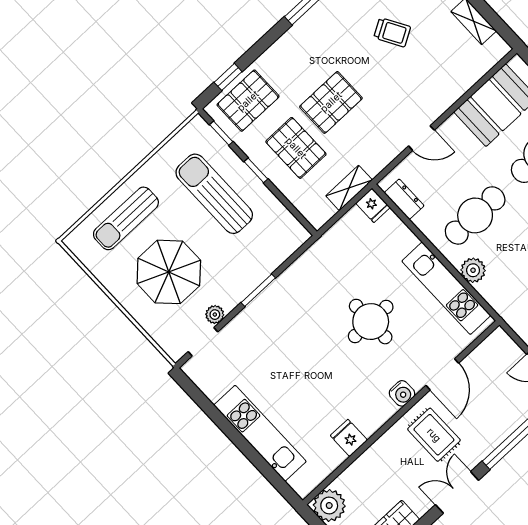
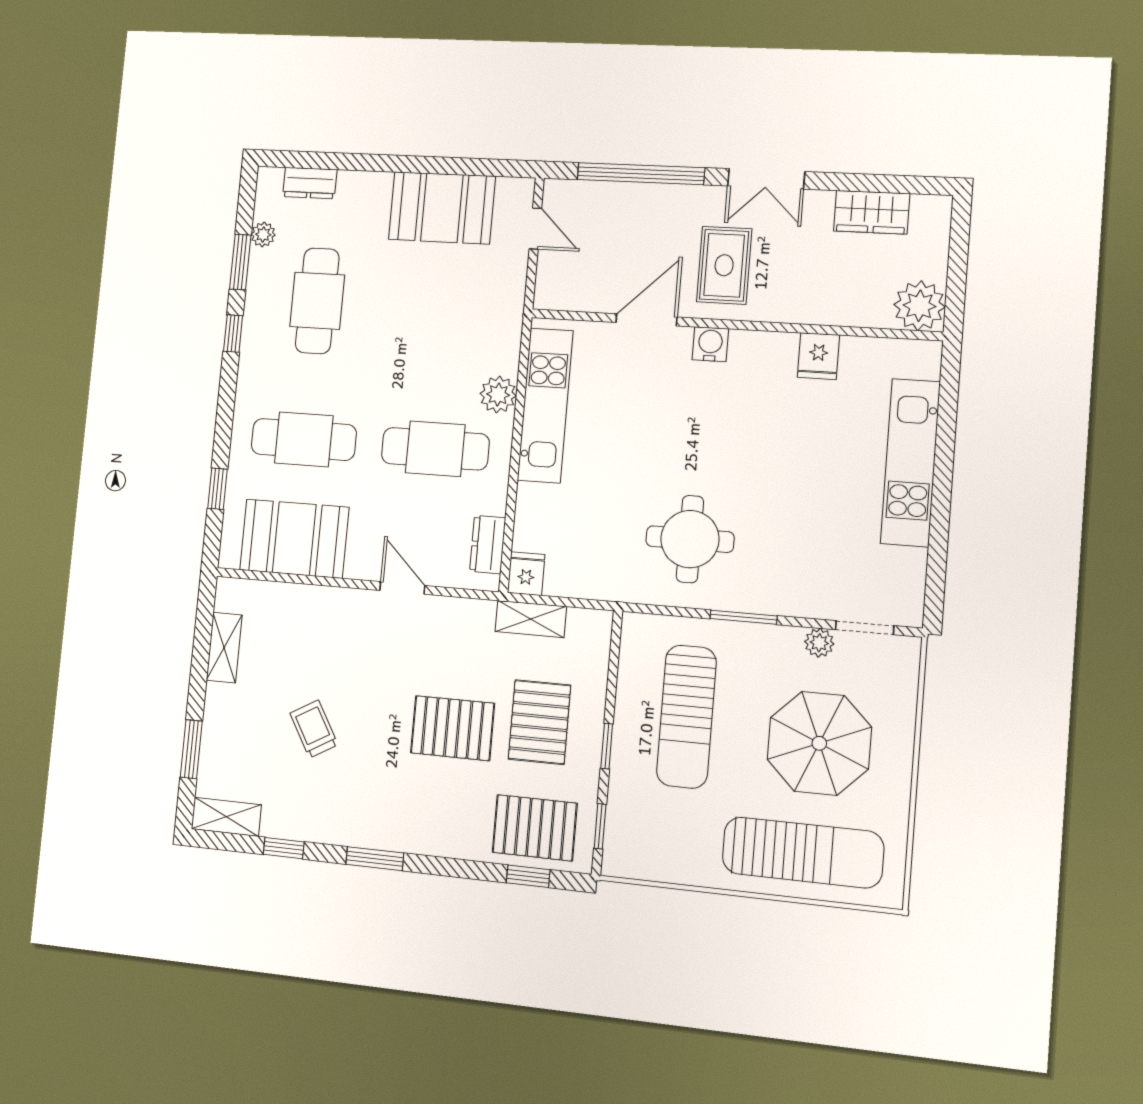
sun lounger: (214, 194) -> (686, 717), moved
sun lounger: (126, 218) -> (803, 852), width x1.36, depth x1.34
round table: (371, 322) -> (690, 539), moved

